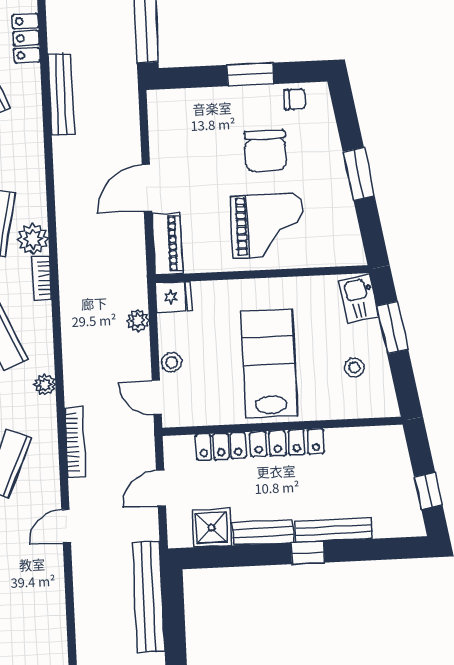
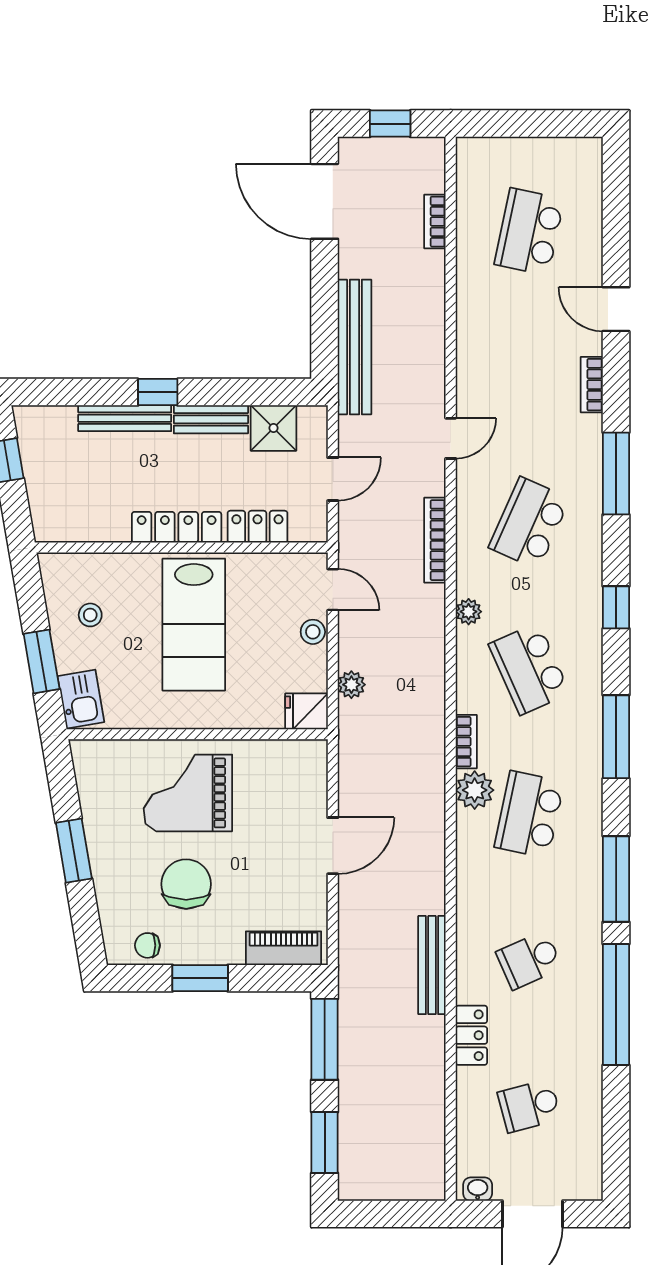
piano: (167, 244) -> (284, 948), moved, turned 90

